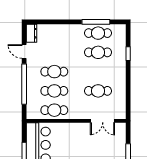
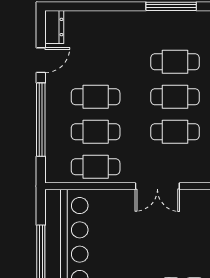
cafe table: (98, 33) -> (175, 97), moved
door: (24, 51) -> (41, 60), swing flipped
double door: (103, 121) -> (157, 186), moved

